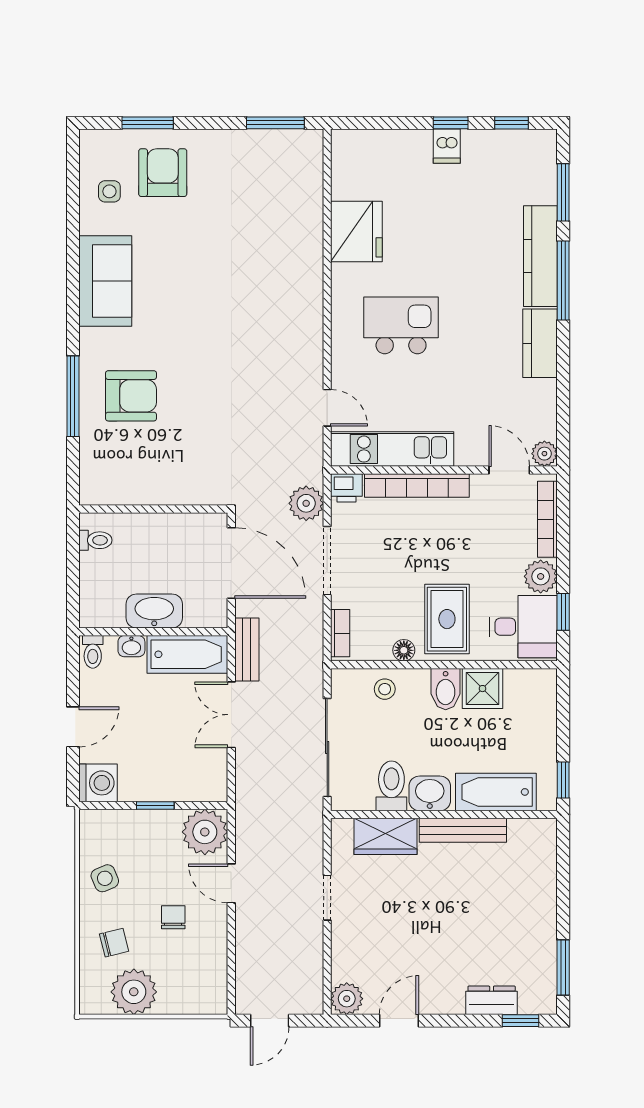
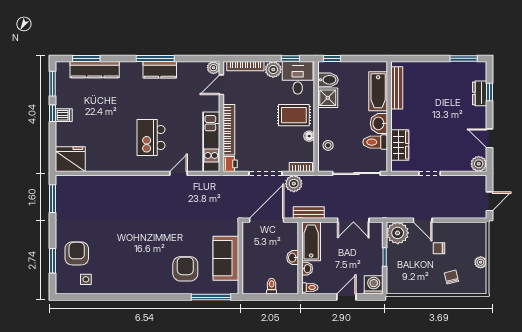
window: (511, 123) -> (53, 84), width x1.50
armchair: (163, 173) -> (77, 253), turned 90
fridge: (356, 231) -> (70, 159), moved
kitchen counter: (540, 256) -> (95, 70), moved
window: (563, 280) -> (155, 58), moved
sofa: (105, 281) -> (226, 258), moved, turned -90
window: (73, 396) -> (211, 297), moved
door: (327, 408) -> (178, 173), moved
plant: (306, 503) -> (294, 184), moved
toilet: (95, 540) -> (272, 286), moved
washbasin: (154, 611) -> (293, 258), width x0.52, depth x0.69
bidet: (446, 689) -> (328, 80), moved
double door: (231, 715) -> (353, 220), moved
door: (73, 727) -> (346, 297), hinge flipped
window: (563, 780) -> (332, 58), moved
bench: (463, 830) -> (397, 88), moved
side table: (105, 878) -> (420, 282), removed
door: (231, 883) -> (423, 220), hinge flipped
plant: (134, 992) -> (481, 262), width x0.53, depth x0.53
door: (270, 1021) -> (489, 201), hinge flipped
window: (520, 1021) -> (489, 92), moved

